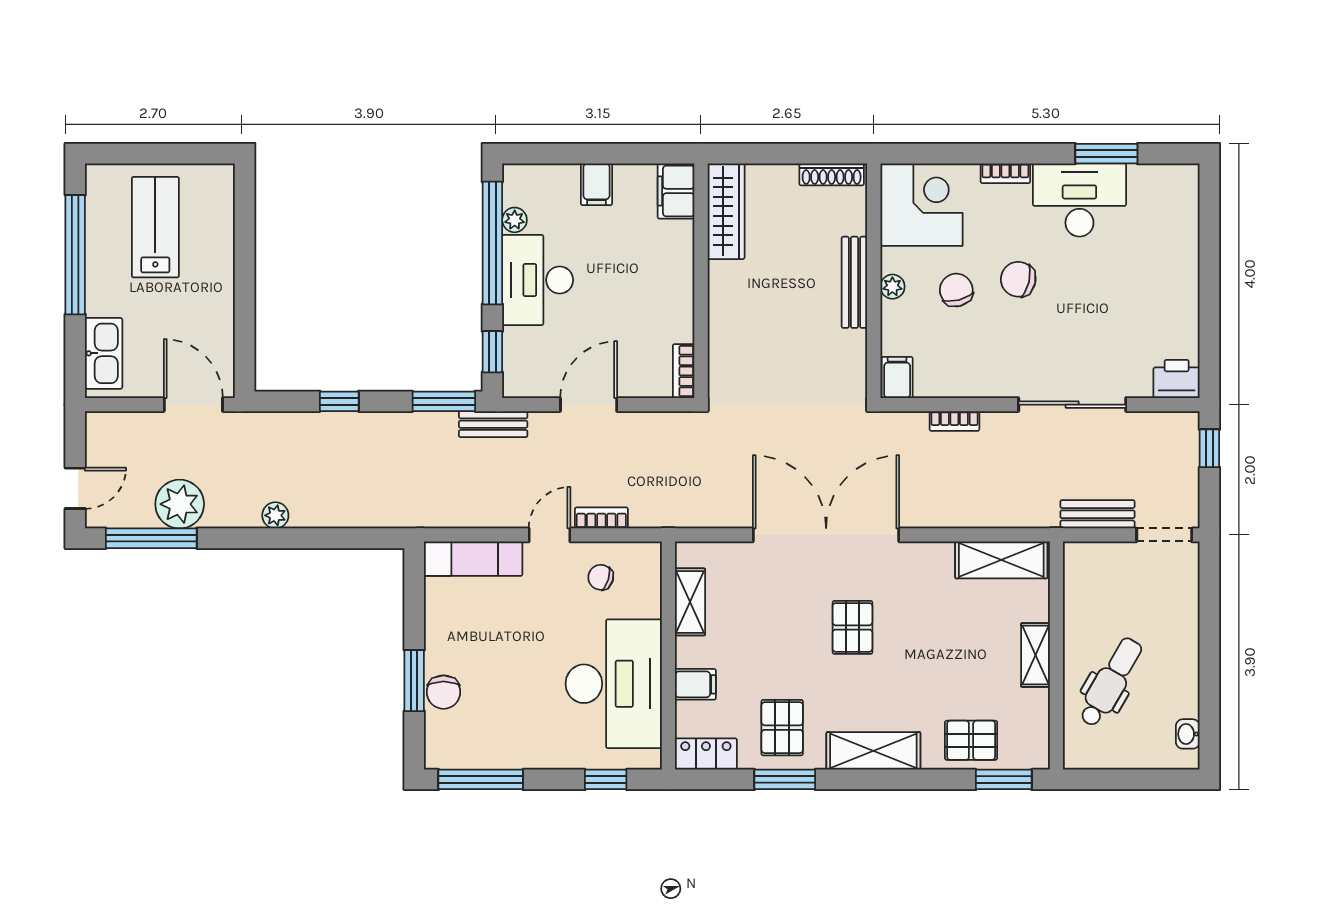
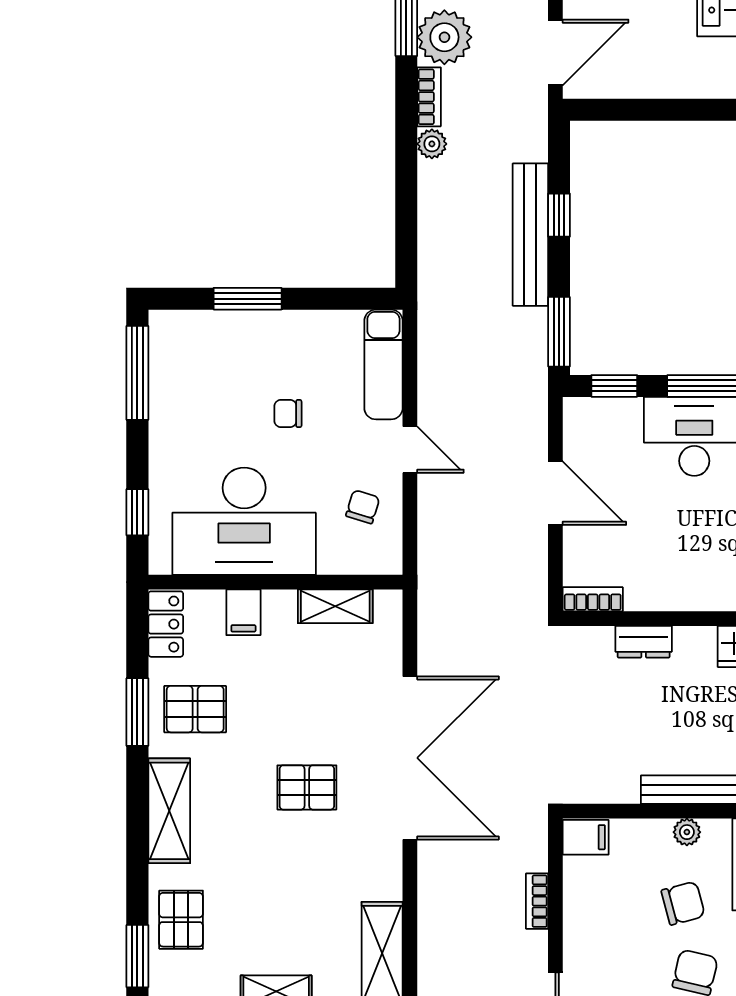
dresser: (722, 325) -> (644, 642), added
bench: (493, 424) -> (530, 235), moved, width x1.86, depth x1.21
bookcase: (601, 518) -> (429, 97), moved
chair: (443, 692) -> (288, 414), moved, width x0.73, depth x0.73

